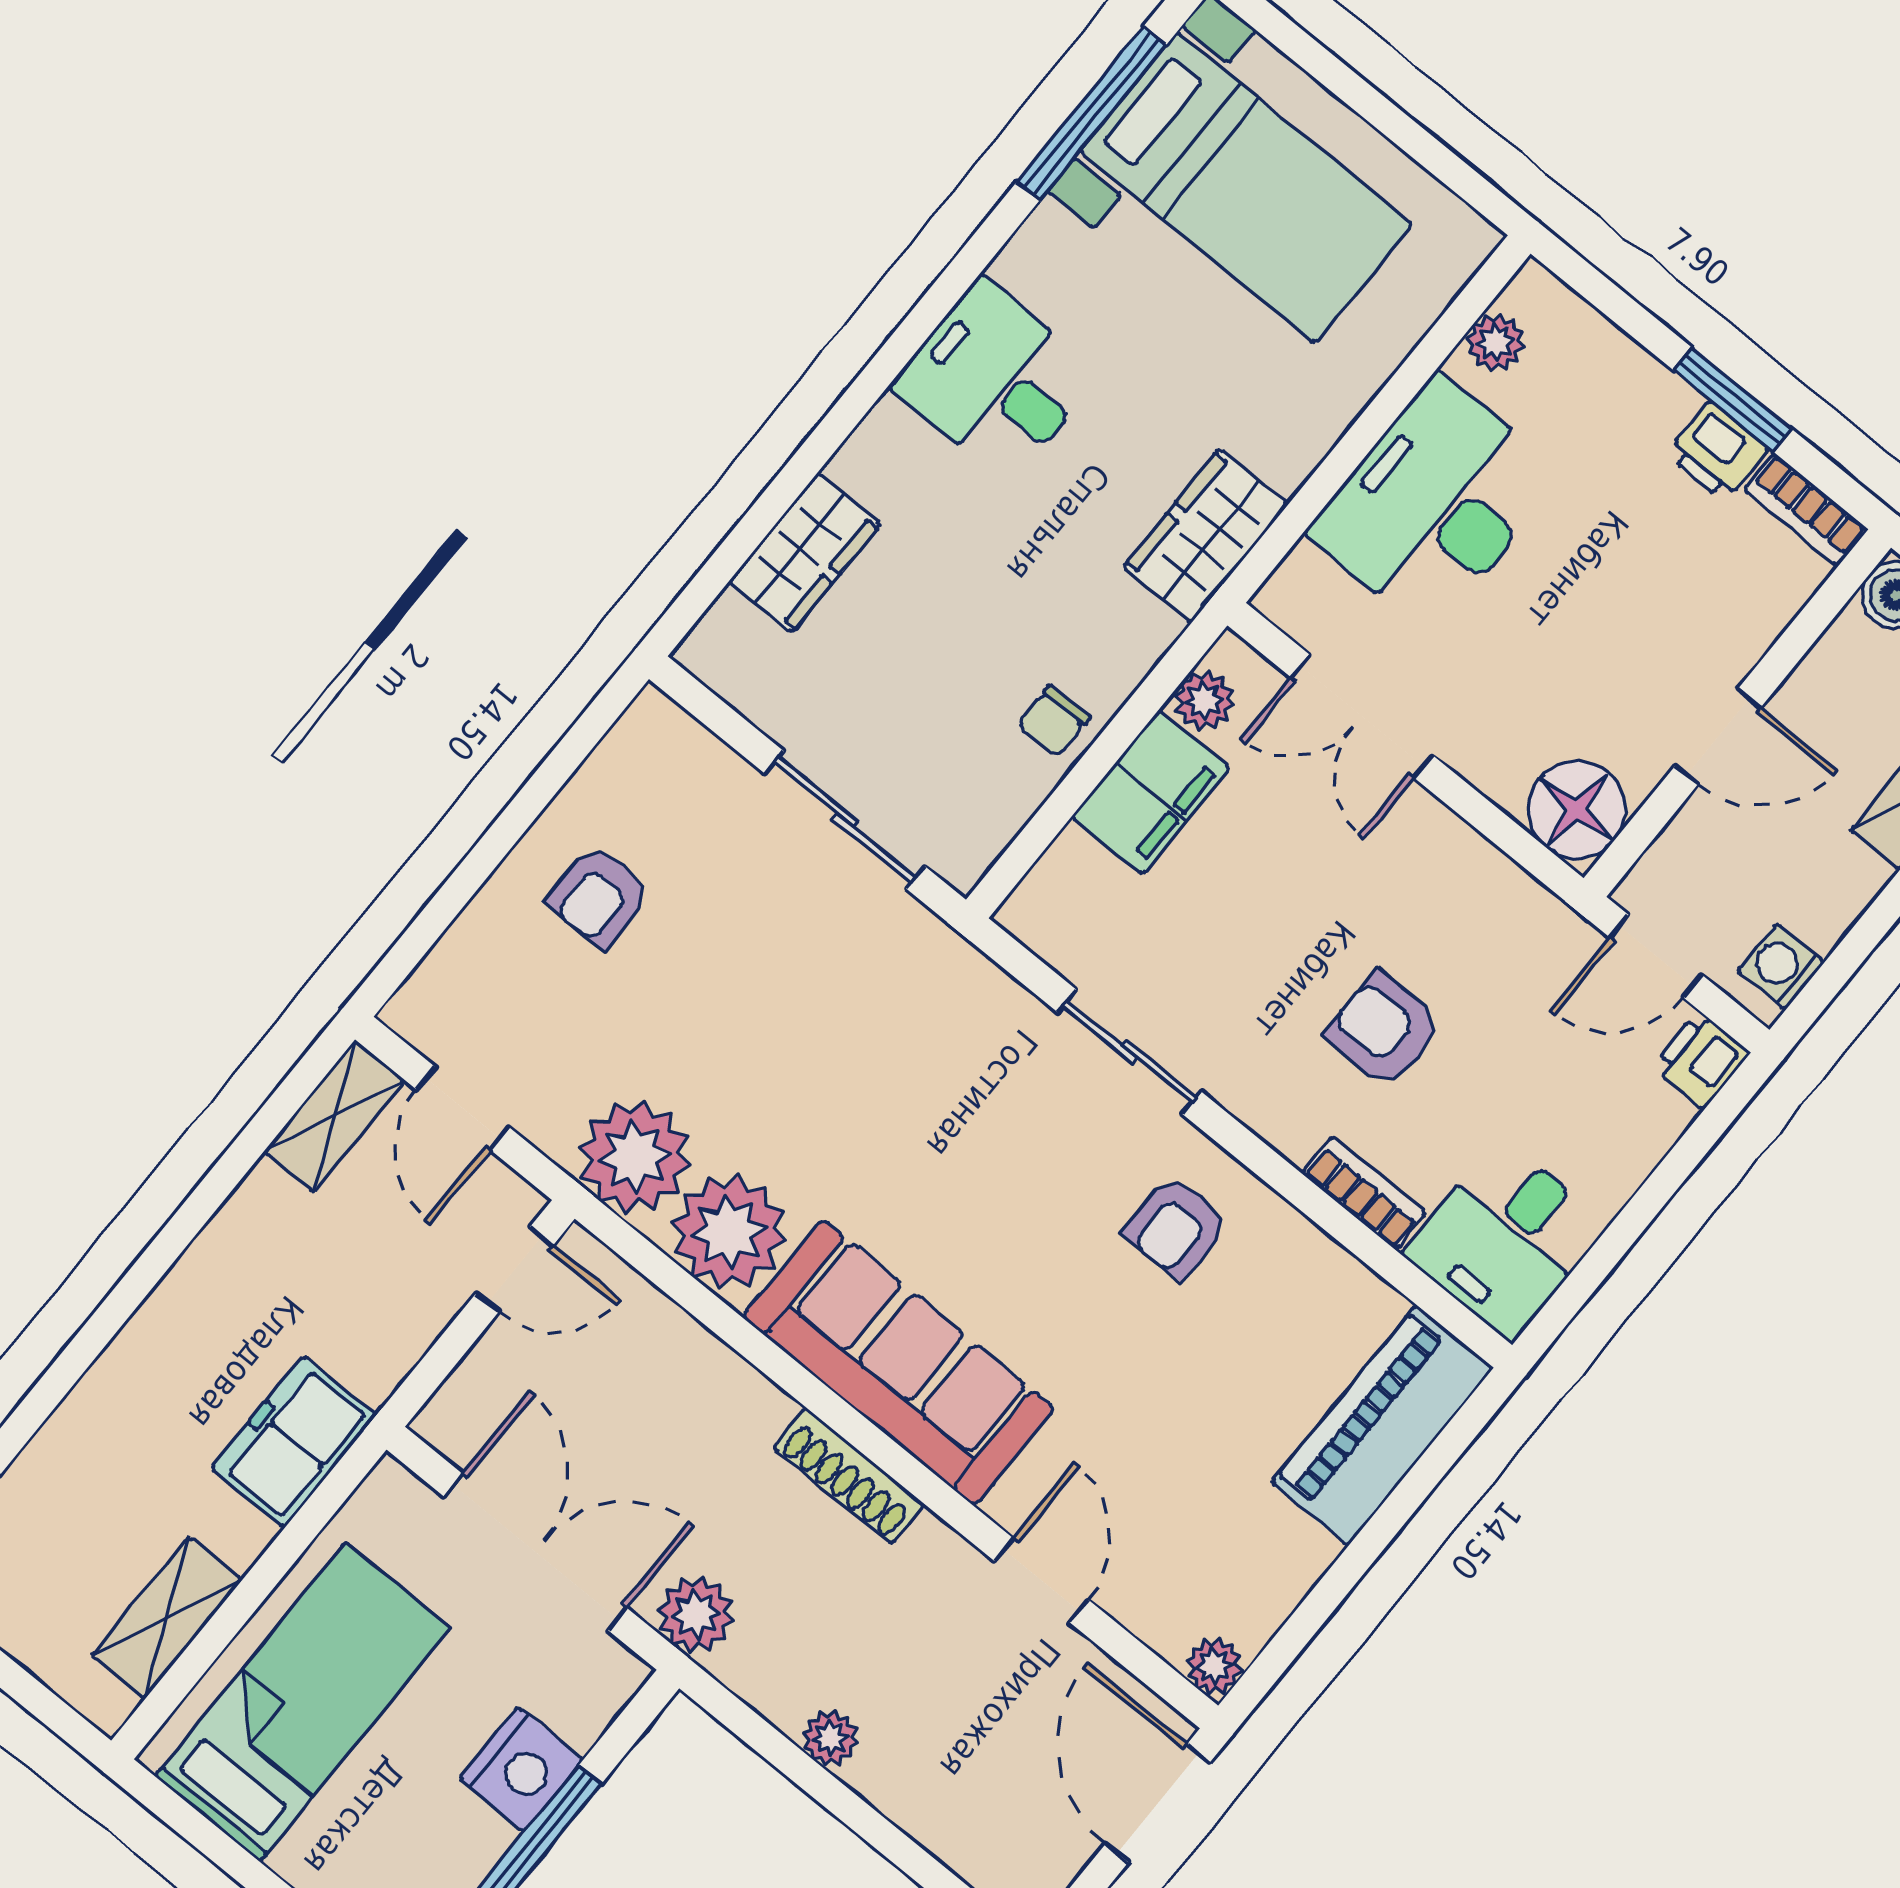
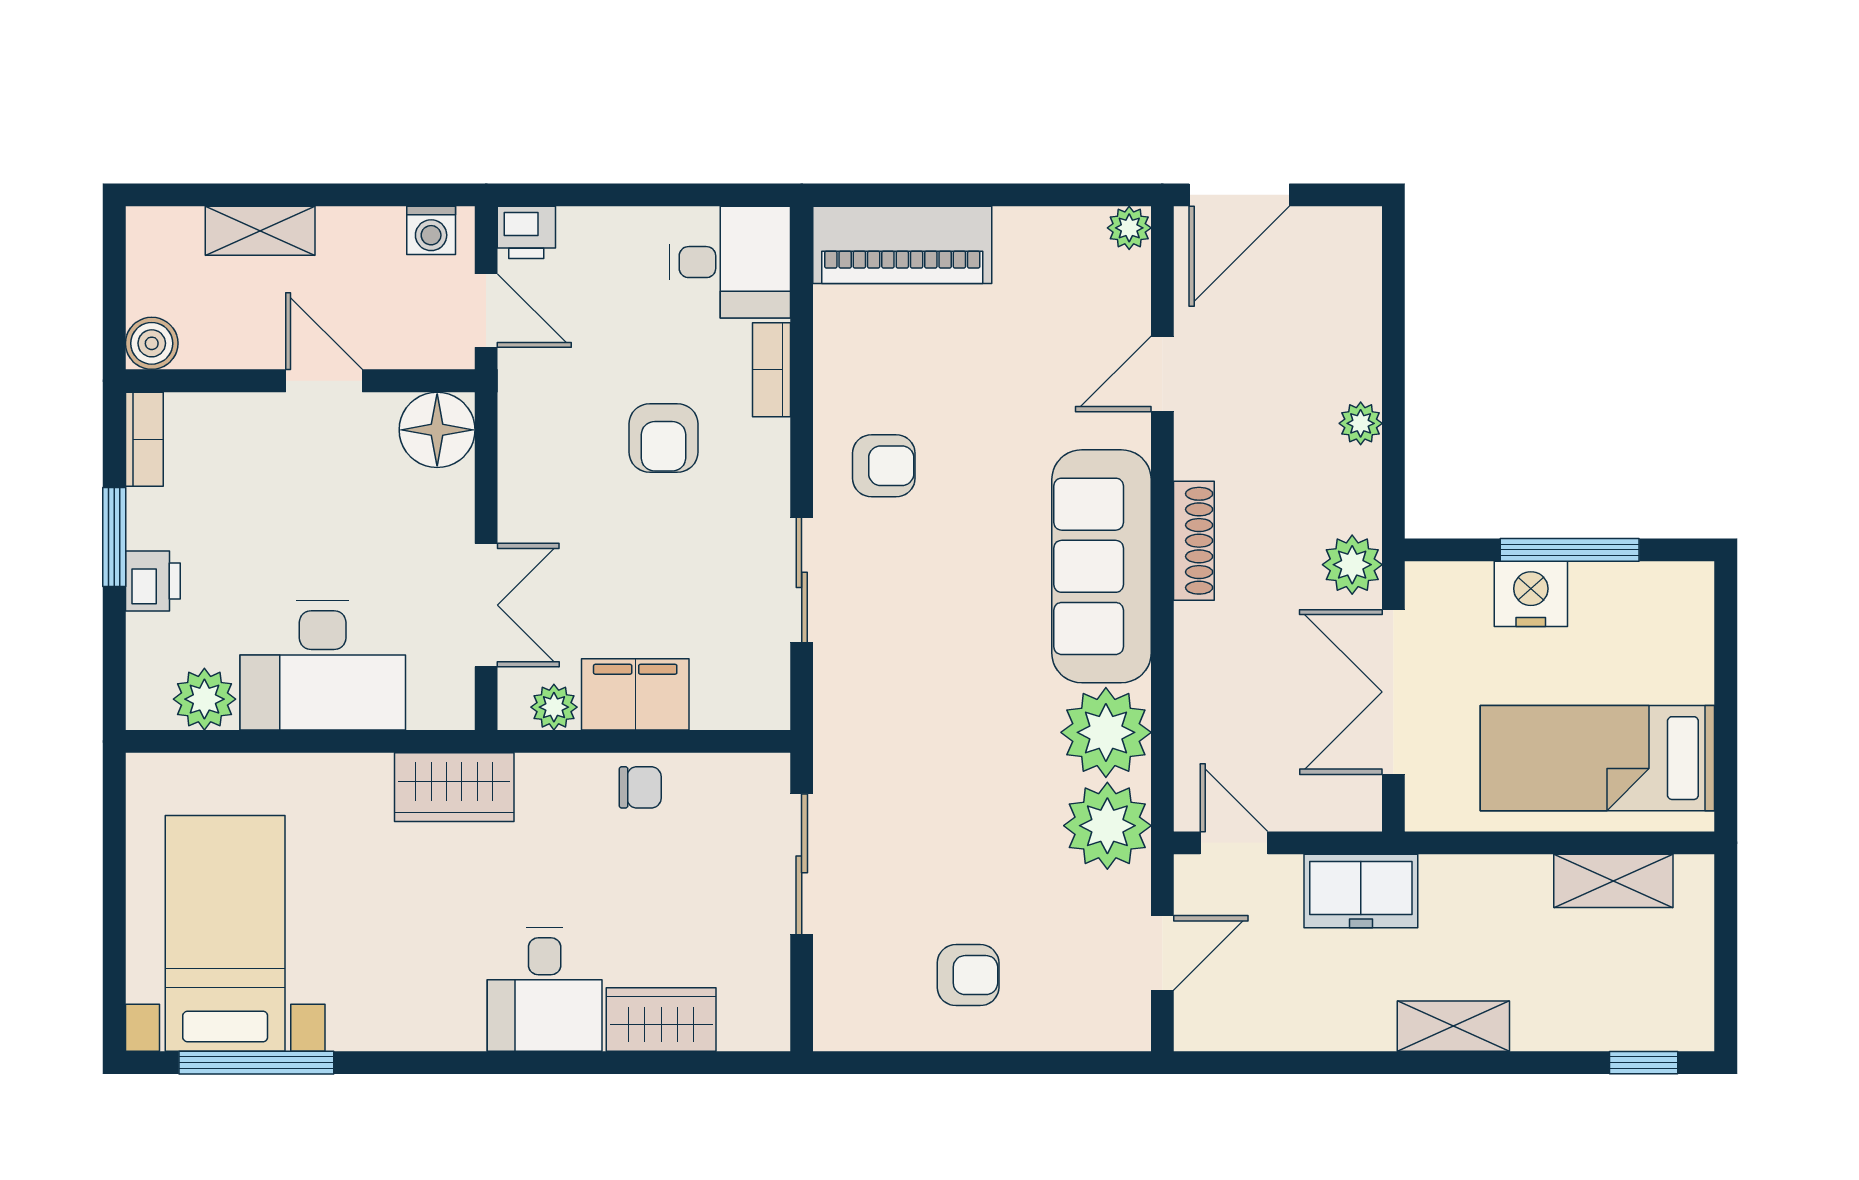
plant: (1496, 342) -> (204, 699), width x1.38, depth x1.38
desk: (995, 380) -> (545, 990), moved
printer: (1717, 452) -> (153, 581), moved
shelving: (335, 1116) -> (1453, 1026), moved
freezer: (294, 1442) -> (1361, 891), moved

